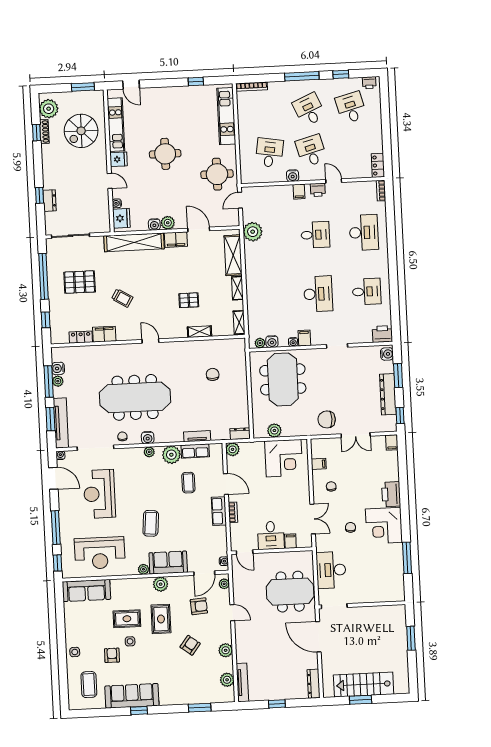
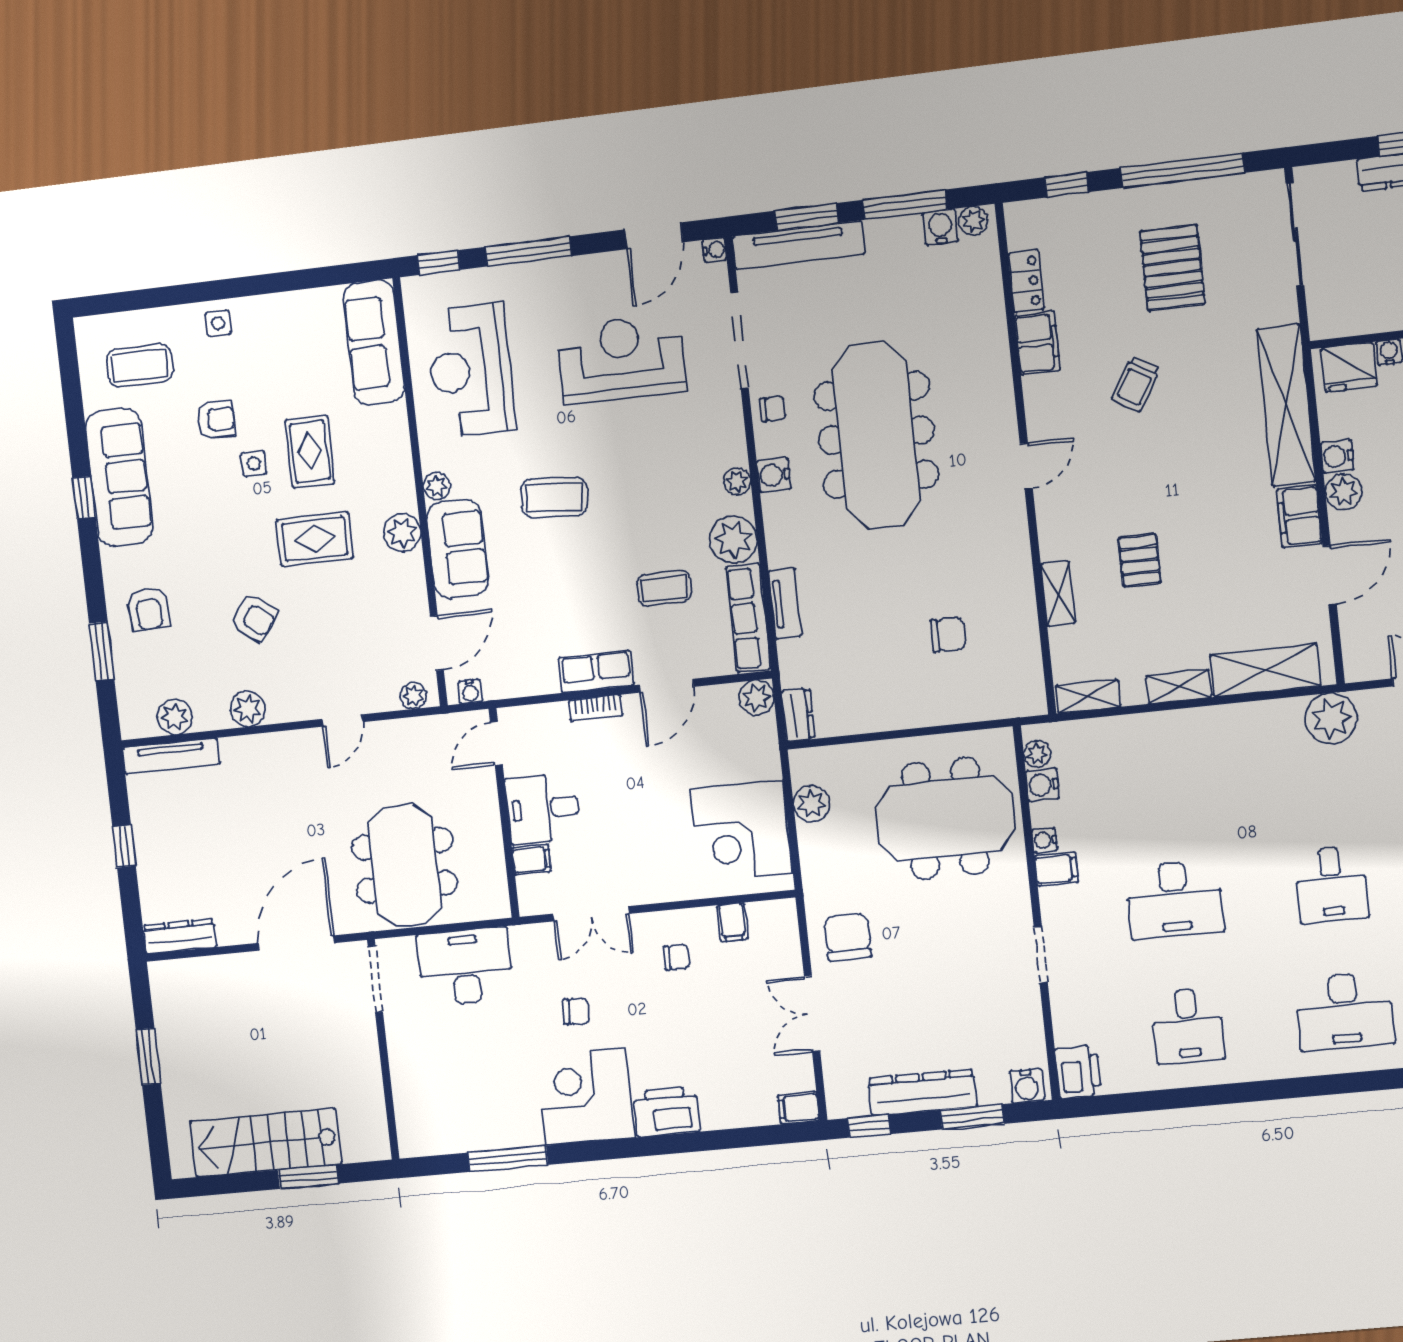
plant: (58, 381) -> (973, 221), moved
row of seats: (195, 451) -> (748, 618), width x1.48
door: (204, 573) -> (437, 643), swing flipped
armchair: (199, 606) -> (148, 609), moved
stairs: (364, 685) -> (266, 1143), moved, turned -90

